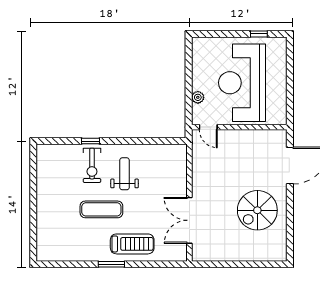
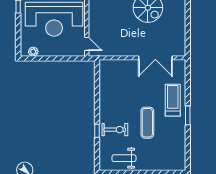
plant: (198, 97) -> (33, 52), moved
door: (208, 127) -> (87, 44), hinge flipped
weight bench: (125, 174) -> (124, 158), moved

